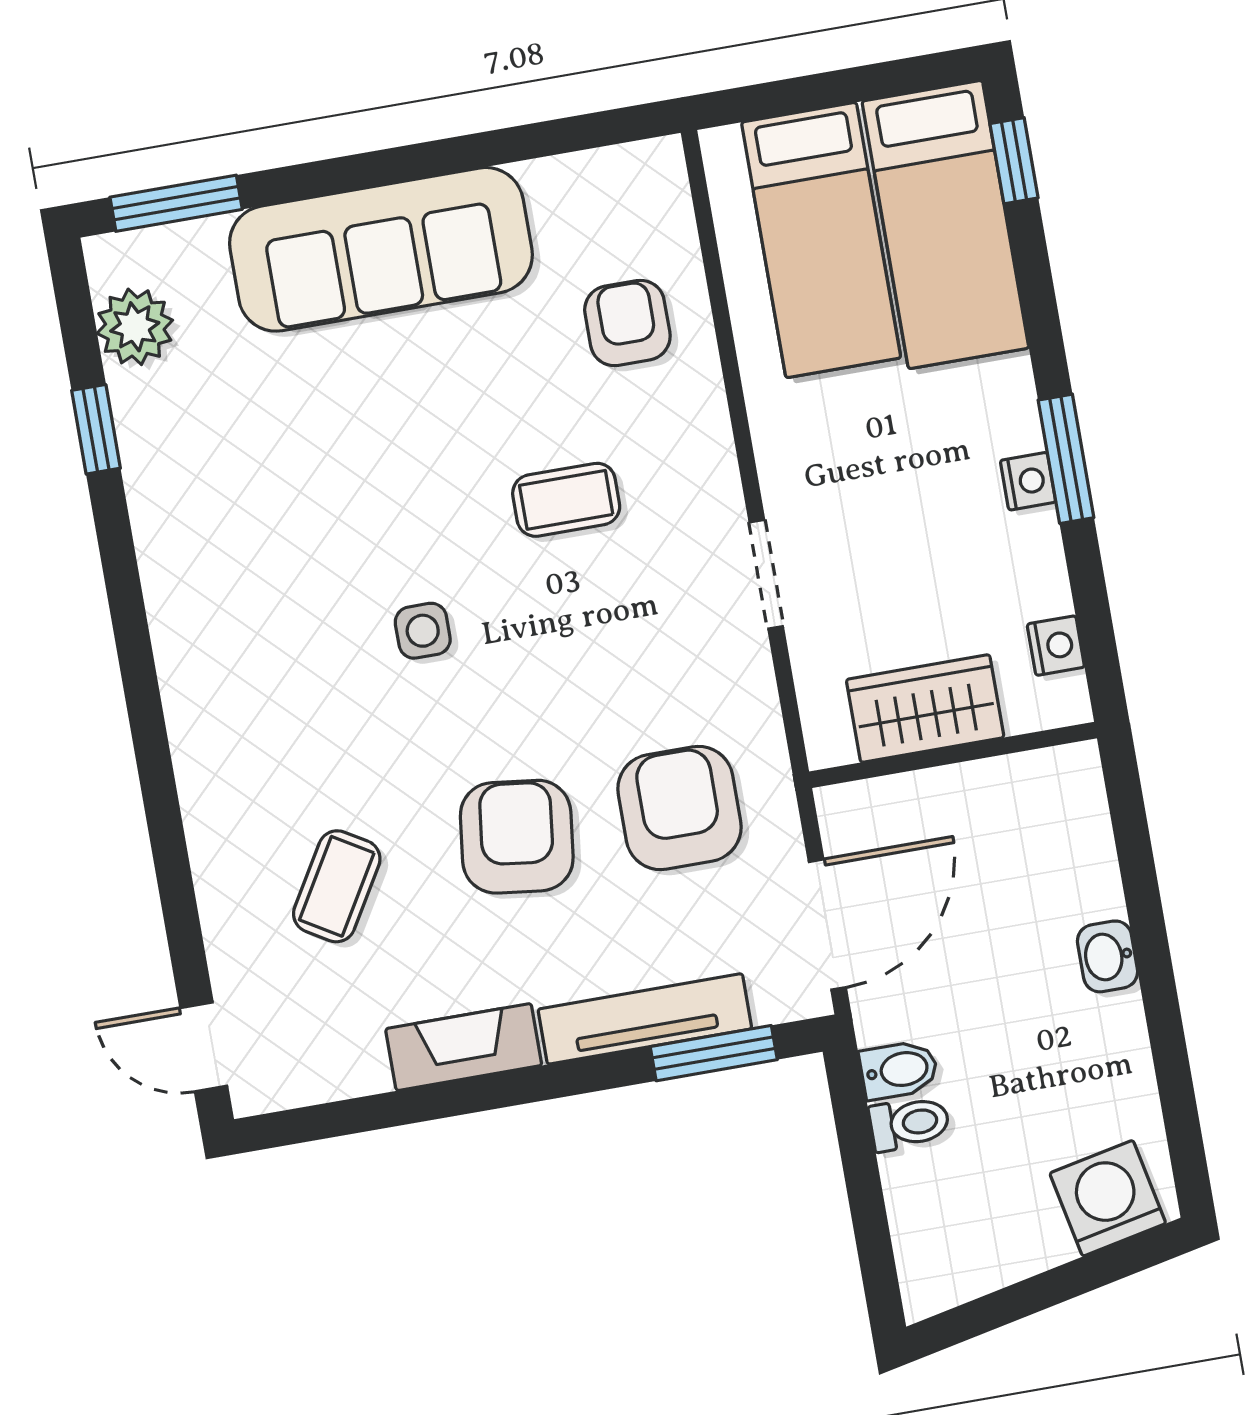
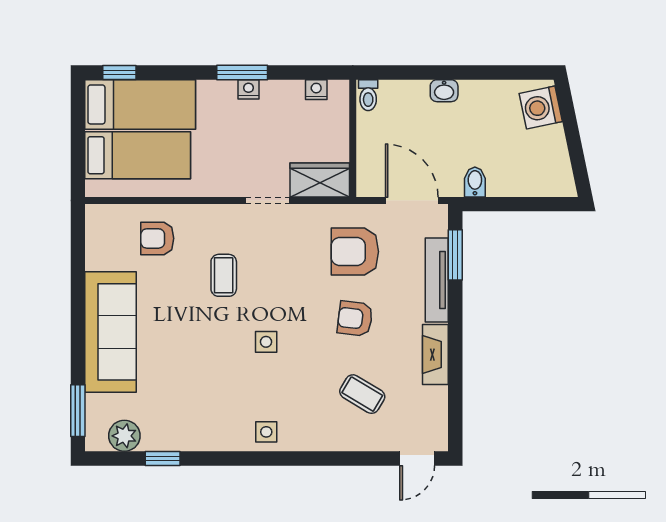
side table: (204, 669) -> (266, 432), added
wardrobe: (925, 708) -> (320, 180), moved, turned 90
armchair: (517, 837) -> (355, 319), width x0.72, depth x0.72
toilet: (909, 1123) -> (368, 95), moved, turned 180

